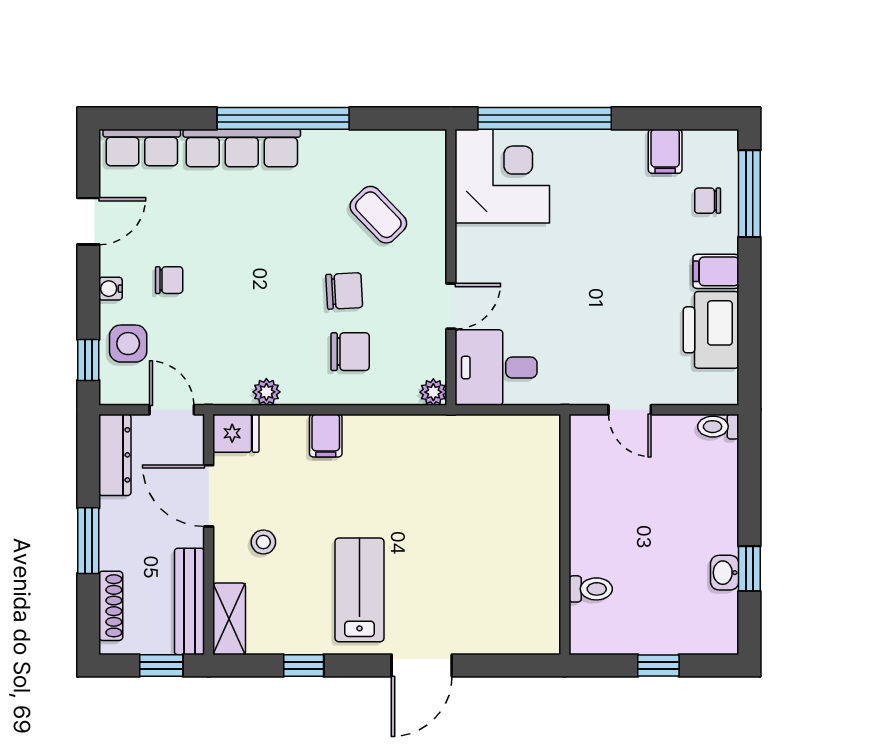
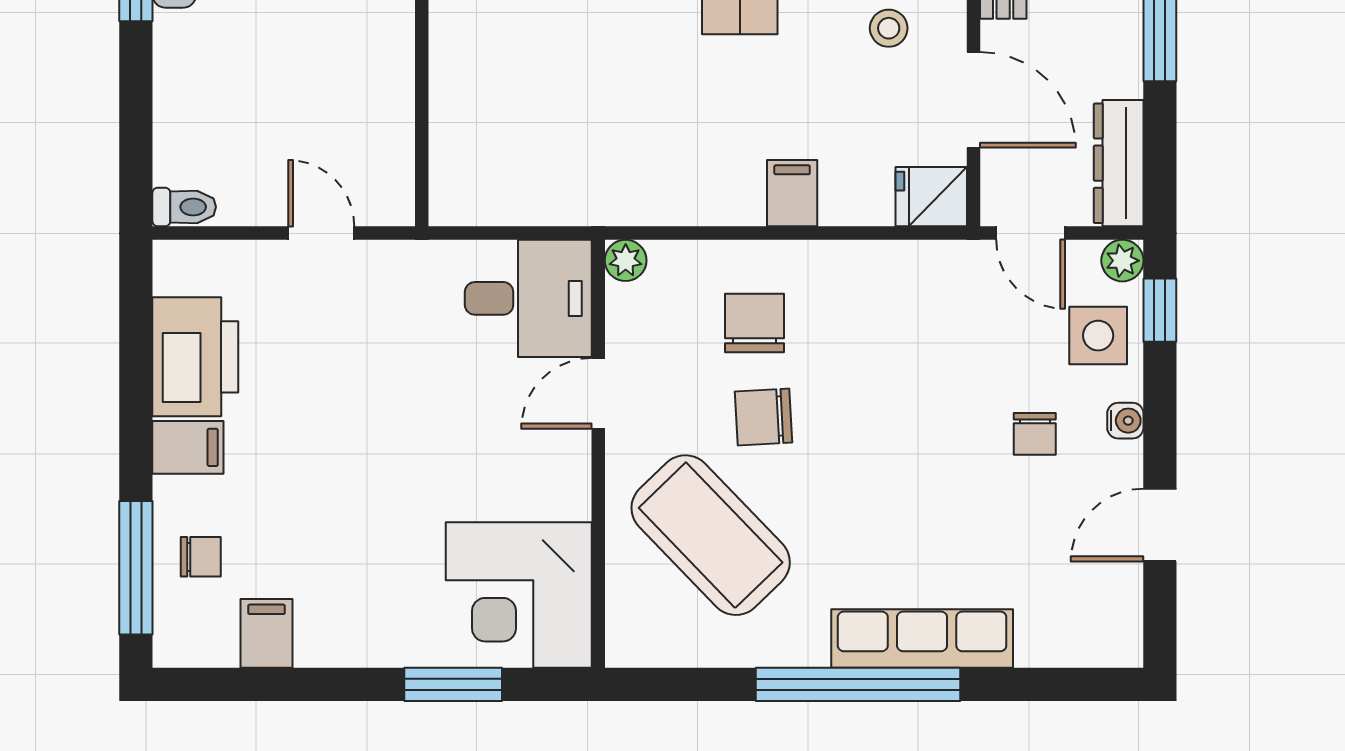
window: (545, 118) -> (453, 684), width x0.47
row of seats: (142, 147) -> (1077, 639), removed
coffee table: (378, 215) -> (711, 535), width x1.86, depth x1.72
chair: (169, 280) -> (1035, 434), turned -90
chair: (350, 352) -> (754, 323), turned 90
plant: (266, 392) -> (1122, 261), moved

